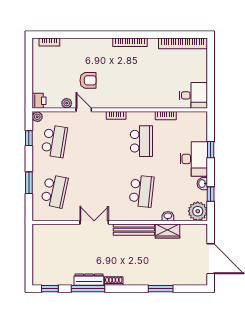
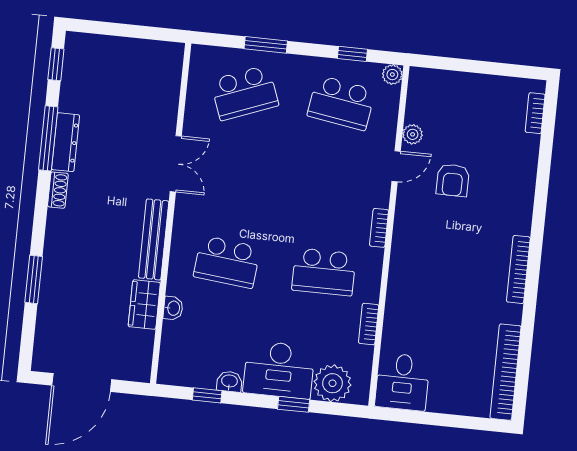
printer: (39, 101) -> (423, 81), removed
school desk: (54, 191) -> (244, 93), turned -33
plant: (198, 211) -> (333, 383), moved

